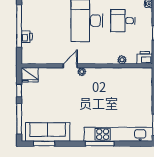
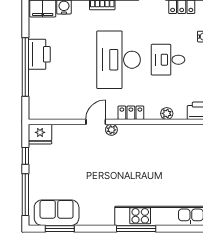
printer: (27, 37) -> (39, 54), moved, width x1.87, depth x1.48
locker: (96, 59) -> (131, 113), added
sofa: (48, 132) -> (57, 213), width x0.73

